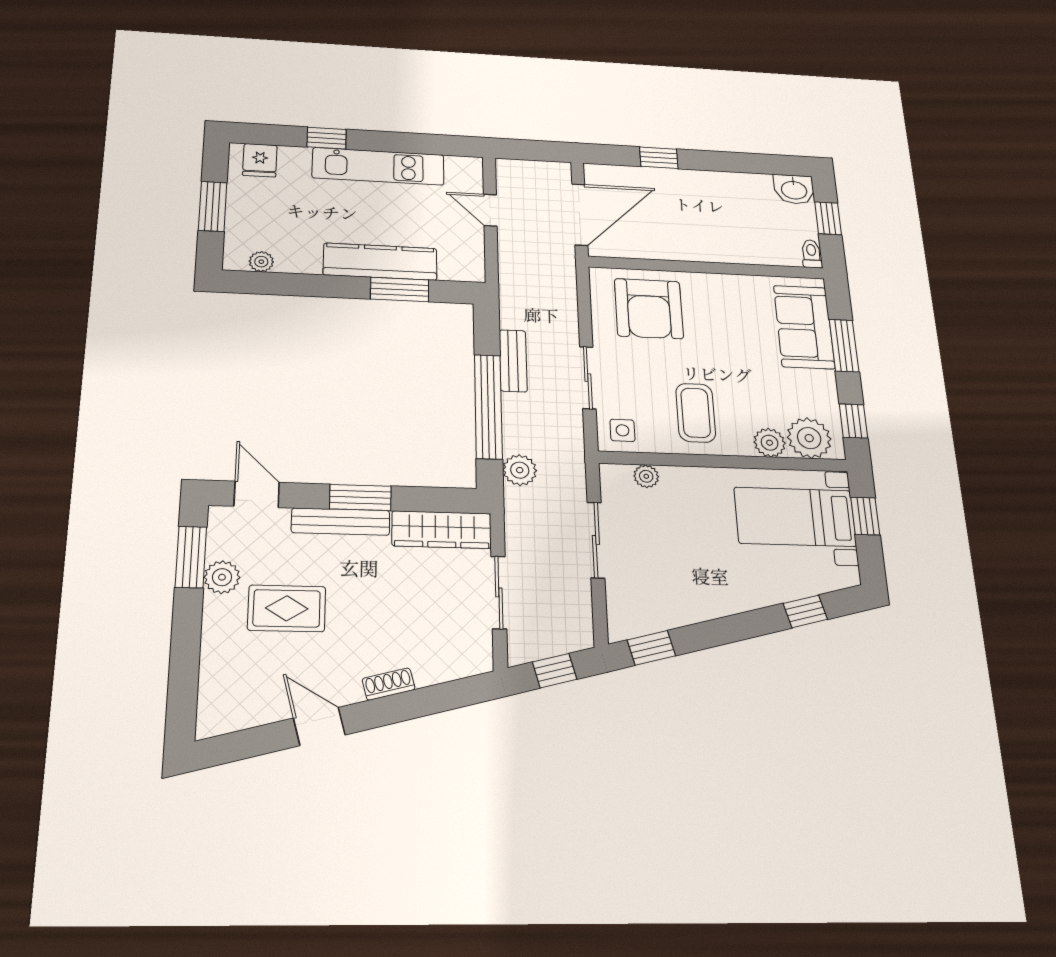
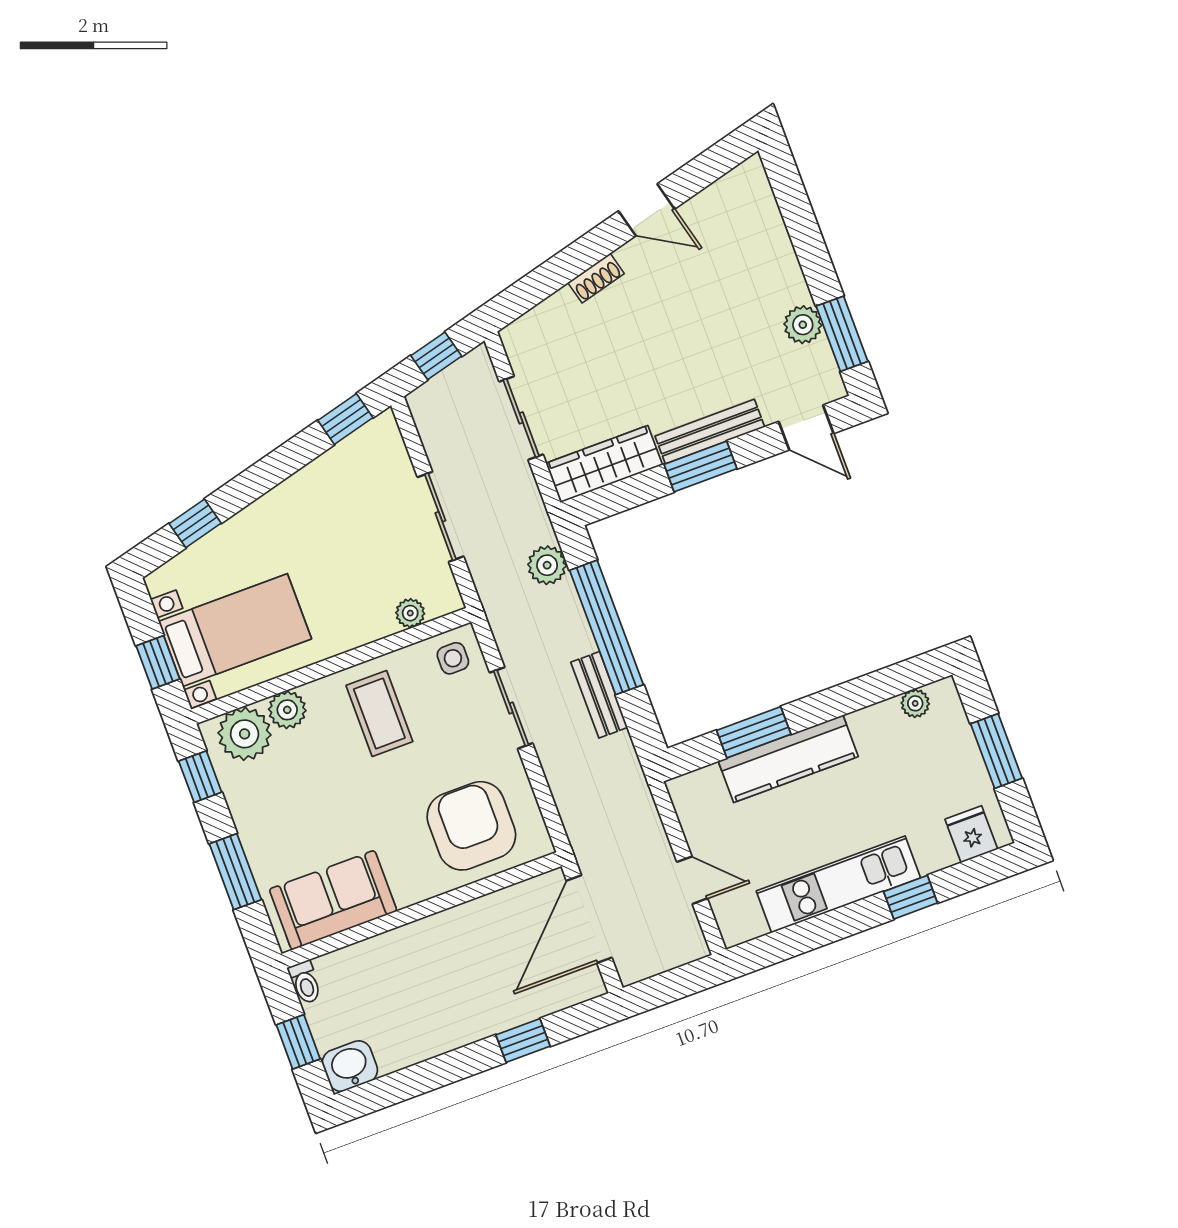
sofa: (804, 327) -> (333, 900), moved, turned -90
rug: (287, 608) -> (726, 317), removed

